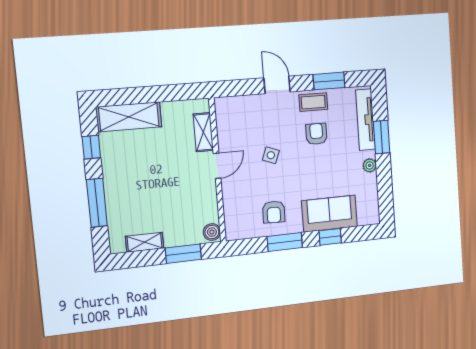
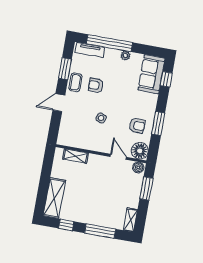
tv unit: (366, 120) -> (90, 50), width x0.71
window: (382, 137) -> (109, 43), width x2.11
door: (217, 166) -> (118, 157), moved
sofa: (330, 214) -> (152, 74), moved
floor lamp: (238, 227) -> (140, 151), added
window: (330, 237) -> (166, 79), moved
shelving: (145, 242) -> (130, 220), moved

